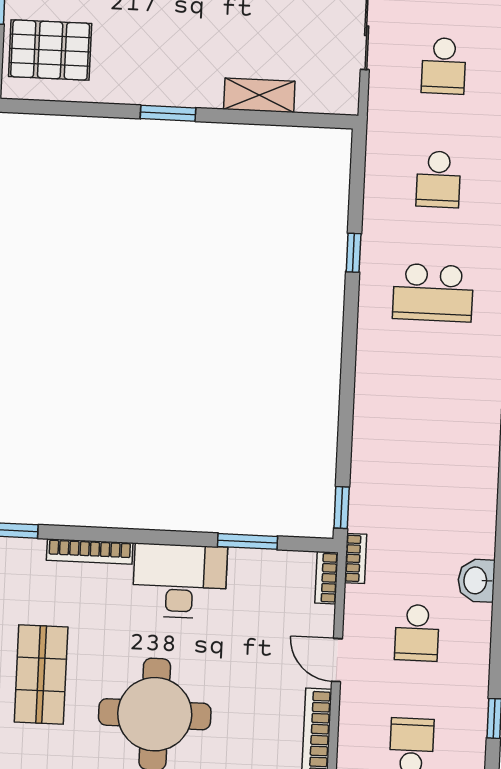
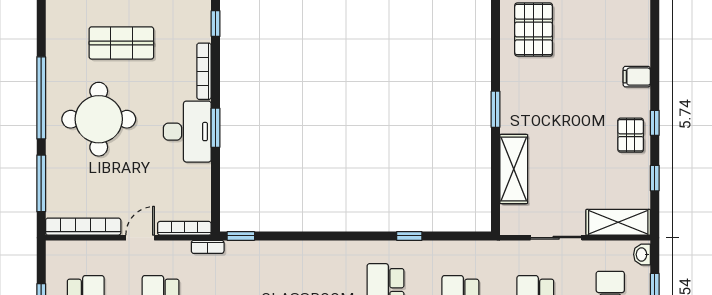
shelving: (259, 95) -> (514, 169), width x1.50, depth x1.33
window: (248, 541) -> (216, 128), moved
bookcase: (327, 578) -> (184, 228), width x1.56

